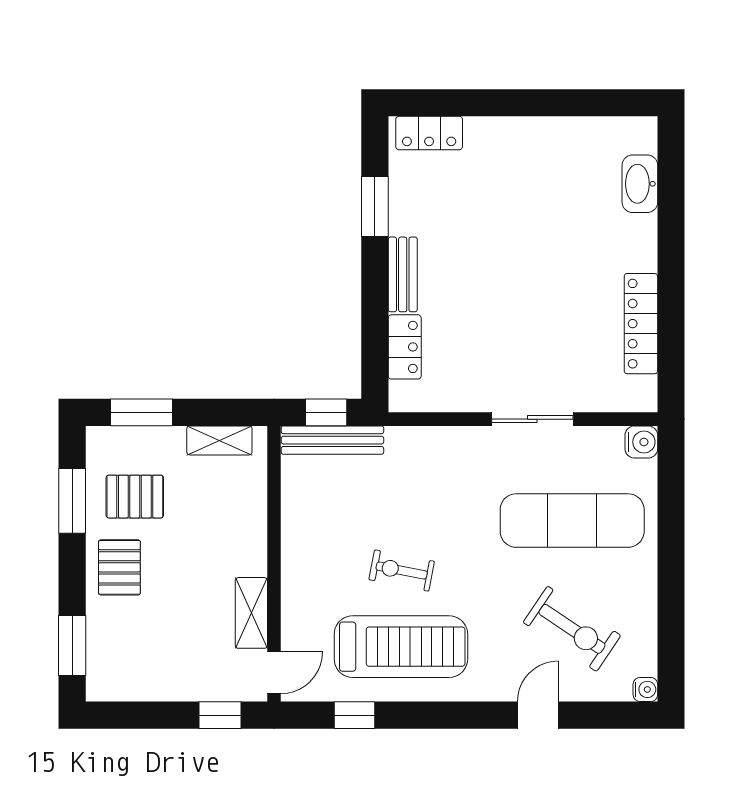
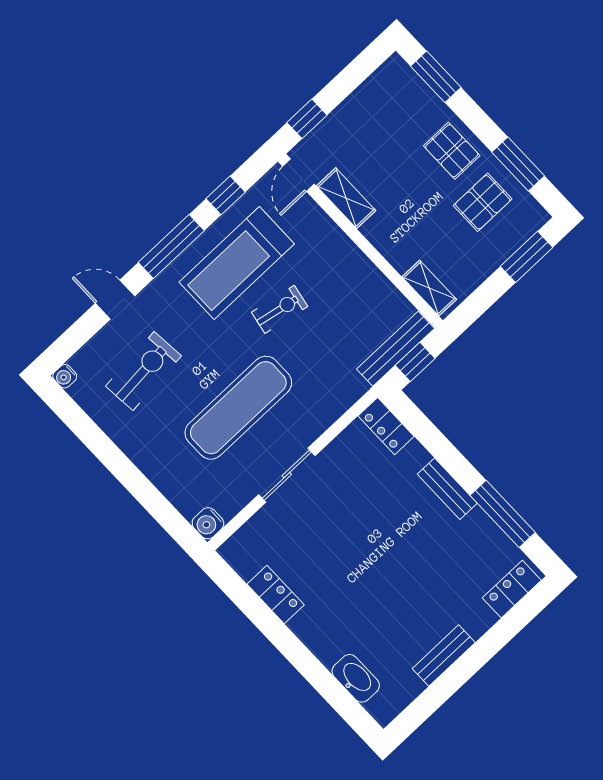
bench: (544, 131) -> (444, 656), added
window: (375, 207) -> (503, 514), width x1.44
locker: (641, 324) -> (276, 595), width x0.66
locker: (405, 347) -> (386, 426), moved
shelving: (219, 440) -> (429, 288), moved, turned 90
exercise mat: (572, 521) -> (238, 408), moved
exercise bike: (572, 629) -> (144, 371), turned 141
window: (445, 715) -> (171, 247), added
door: (538, 715) -> (115, 300), swing flipped

